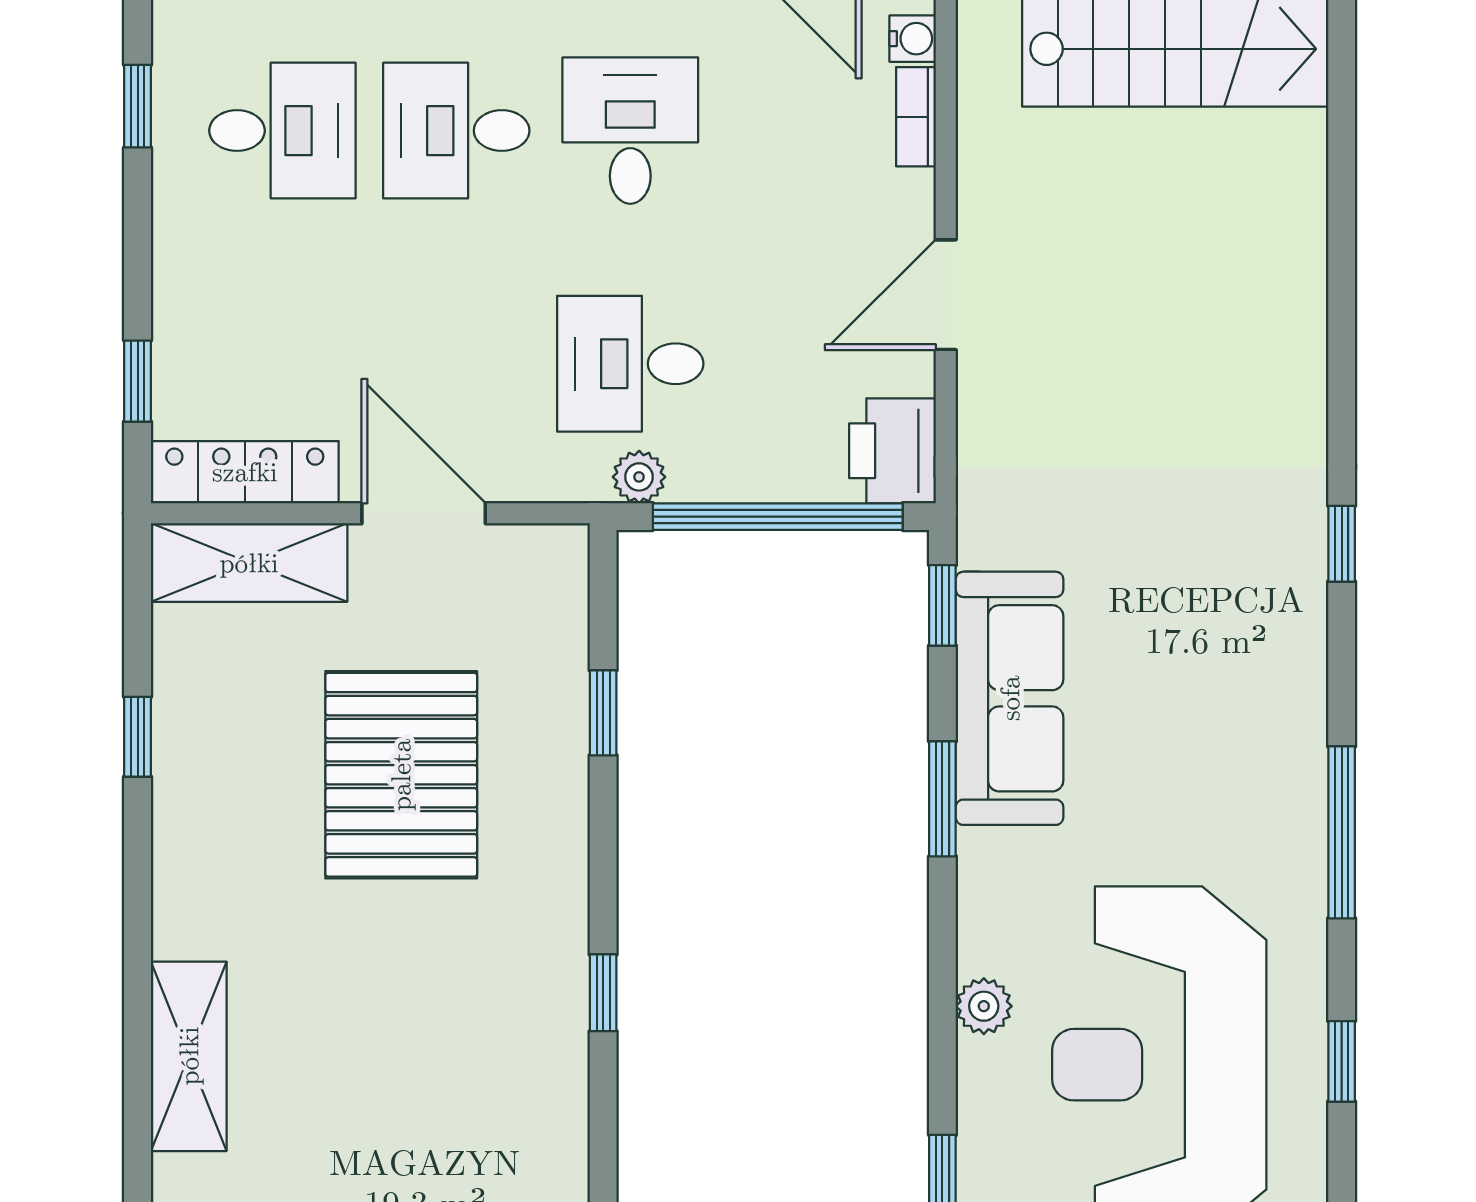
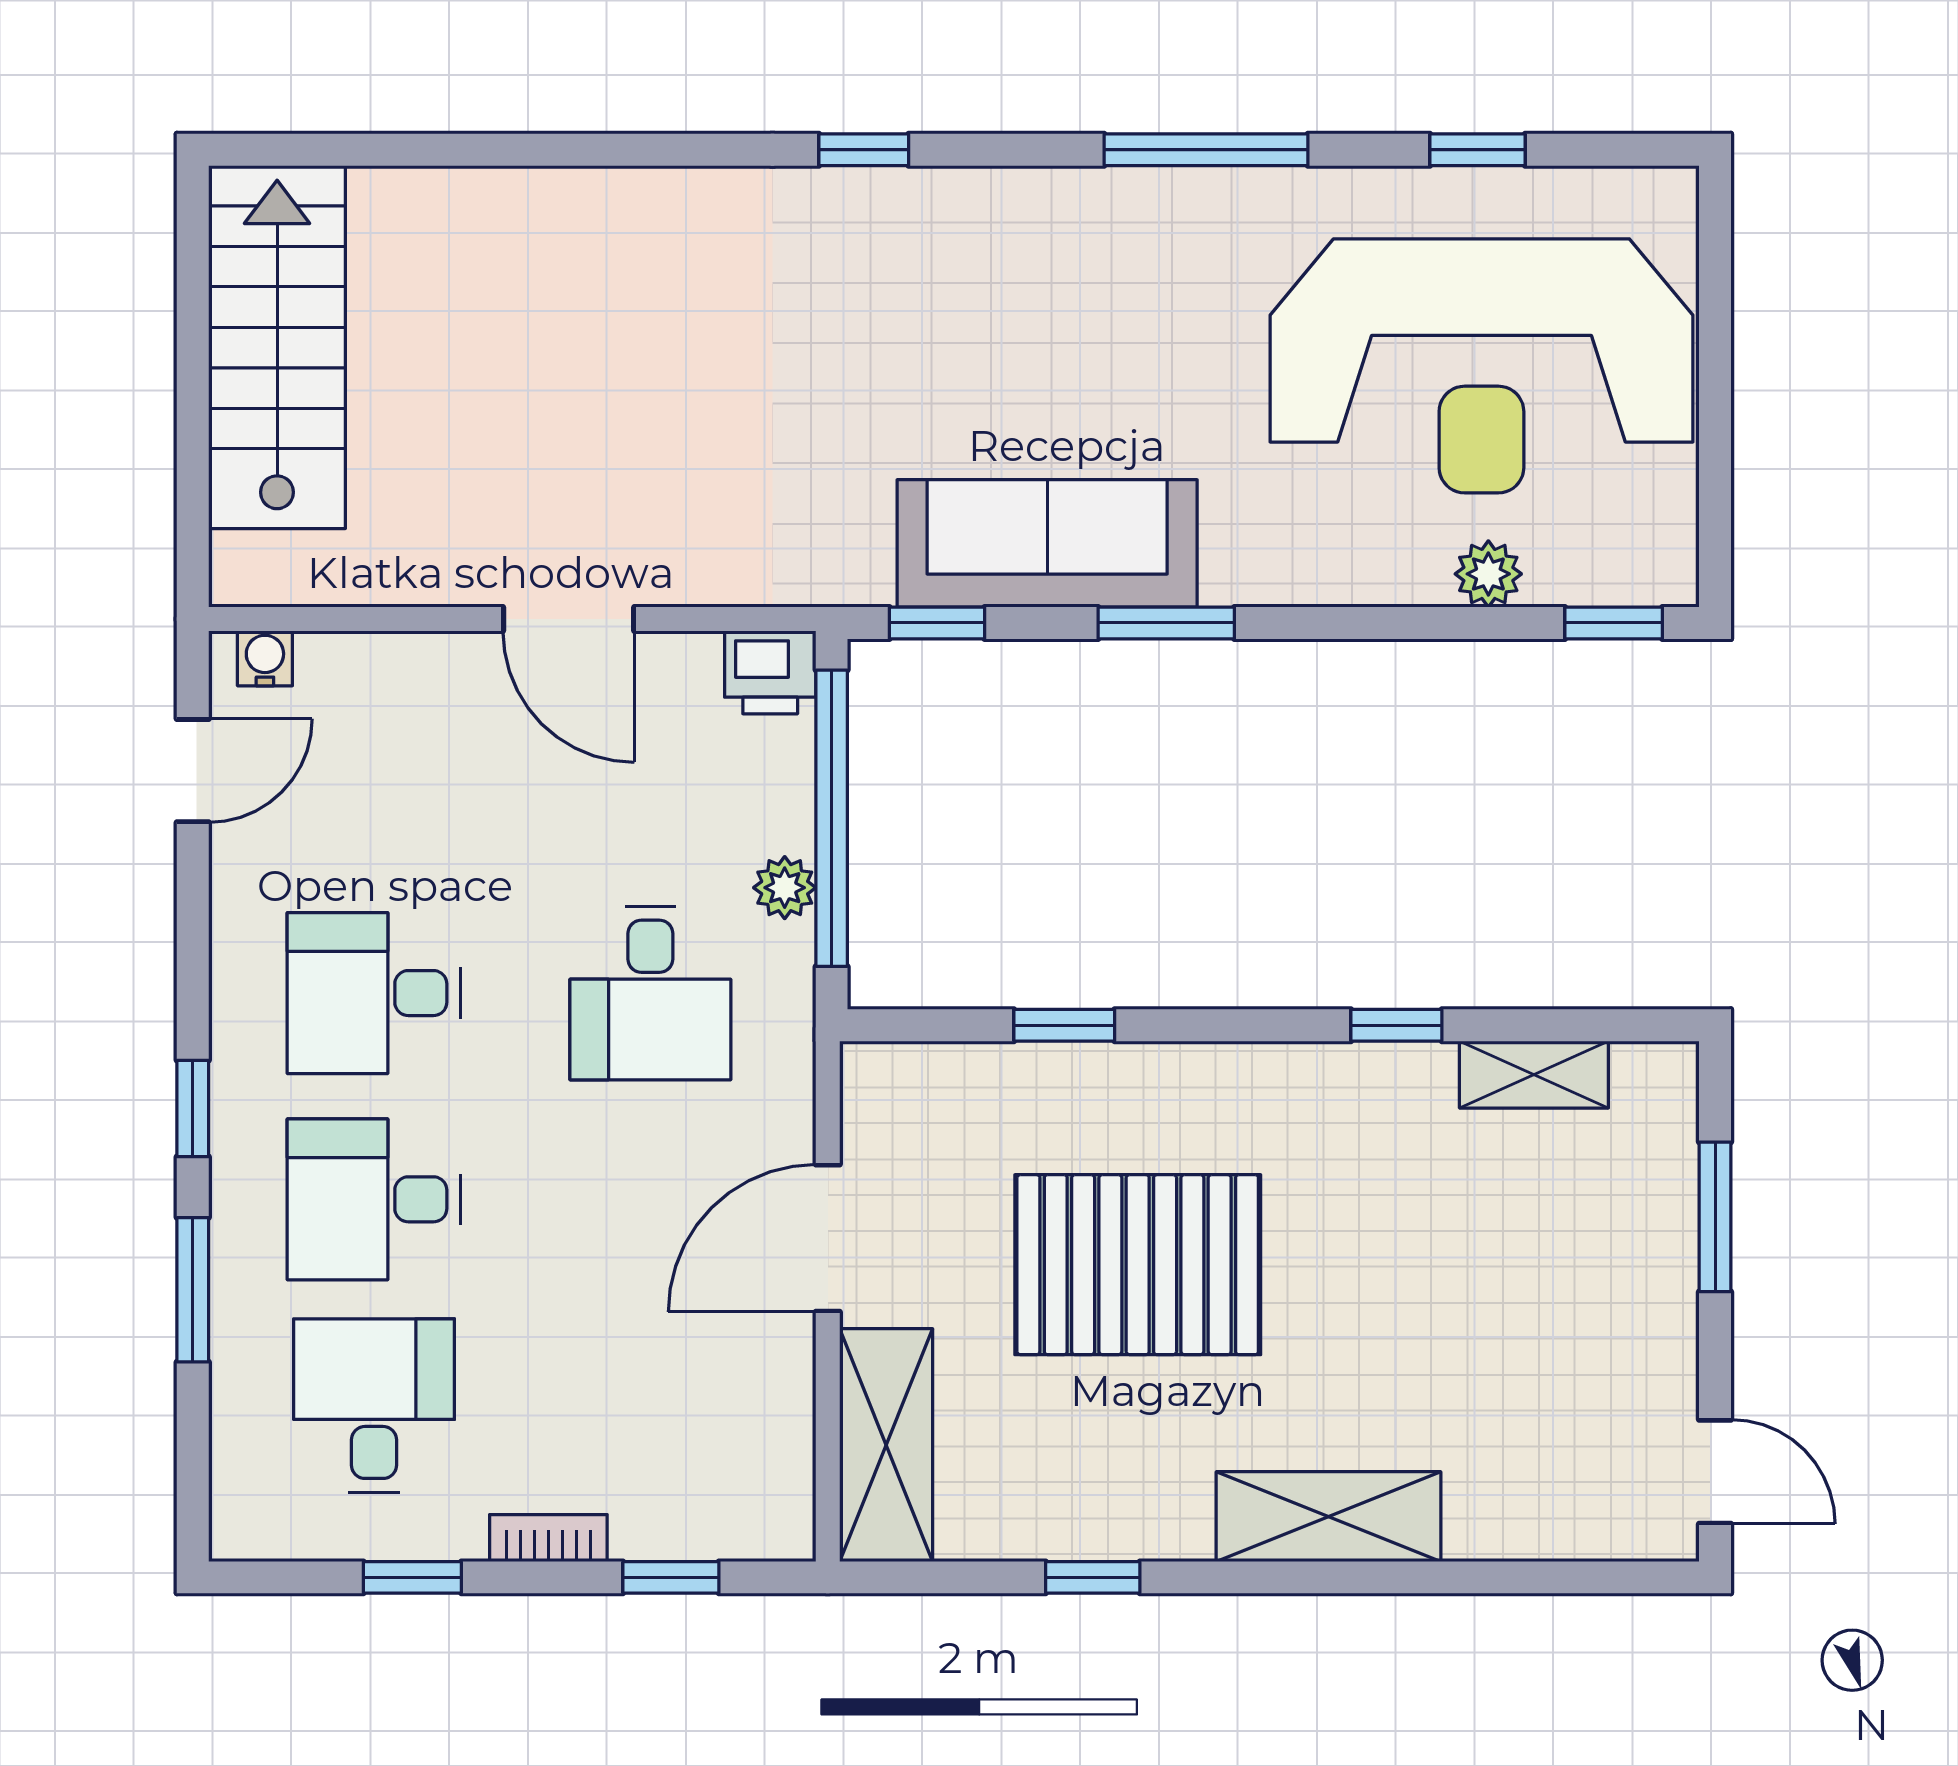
window: (138, 106) -> (412, 1577), moved
bookcase: (916, 117) -> (548, 1538), moved, turned 180
desk: (456, 131) -> (374, 1199), turned 90
printer: (892, 451) -> (770, 672), width x0.73, depth x0.81
locker: (245, 472) -> (779, 1450), removed
plant: (639, 477) -> (785, 888), moved
plant: (984, 1006) -> (1488, 574), moved
shelving: (189, 1056) -> (1328, 1517), moved
shelving: (562, 1109) -> (1534, 1075), added

